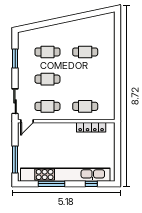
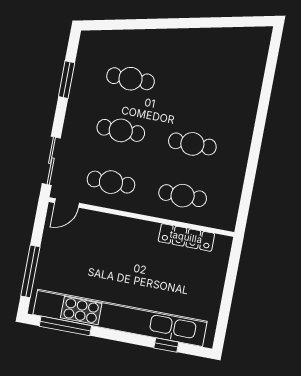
cafe table: (85, 52) -> (192, 144), moved
window: (52, 184) -> (65, 326), moved

